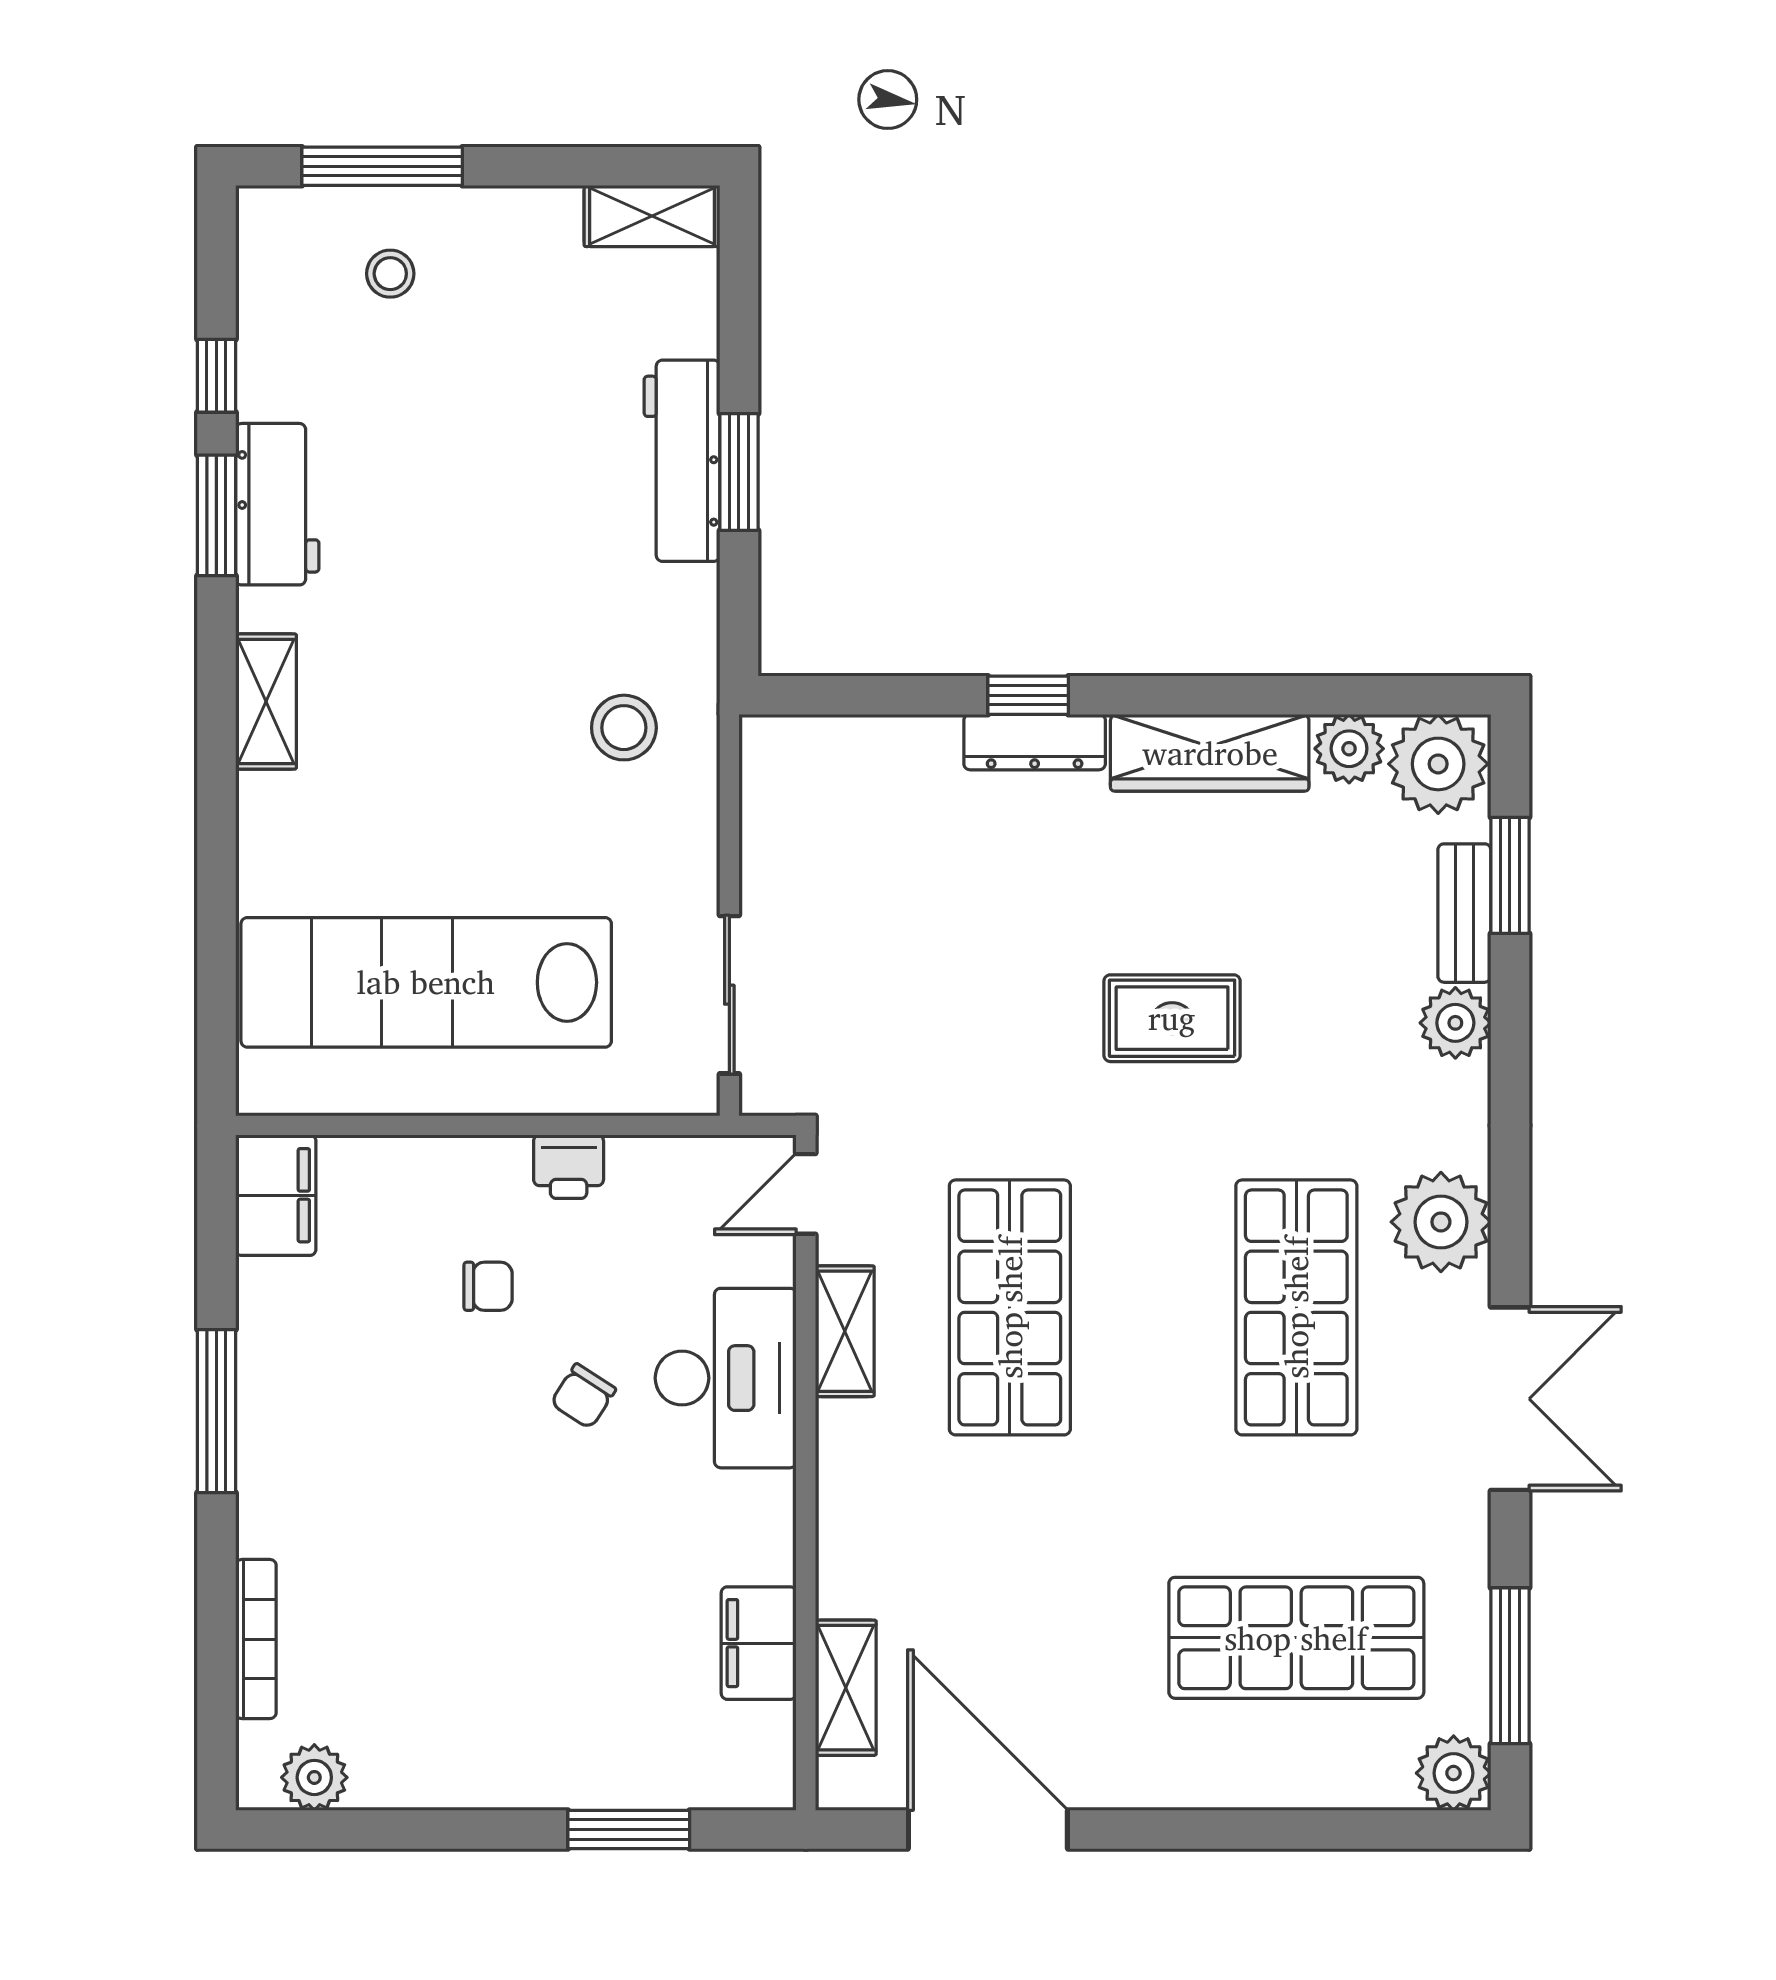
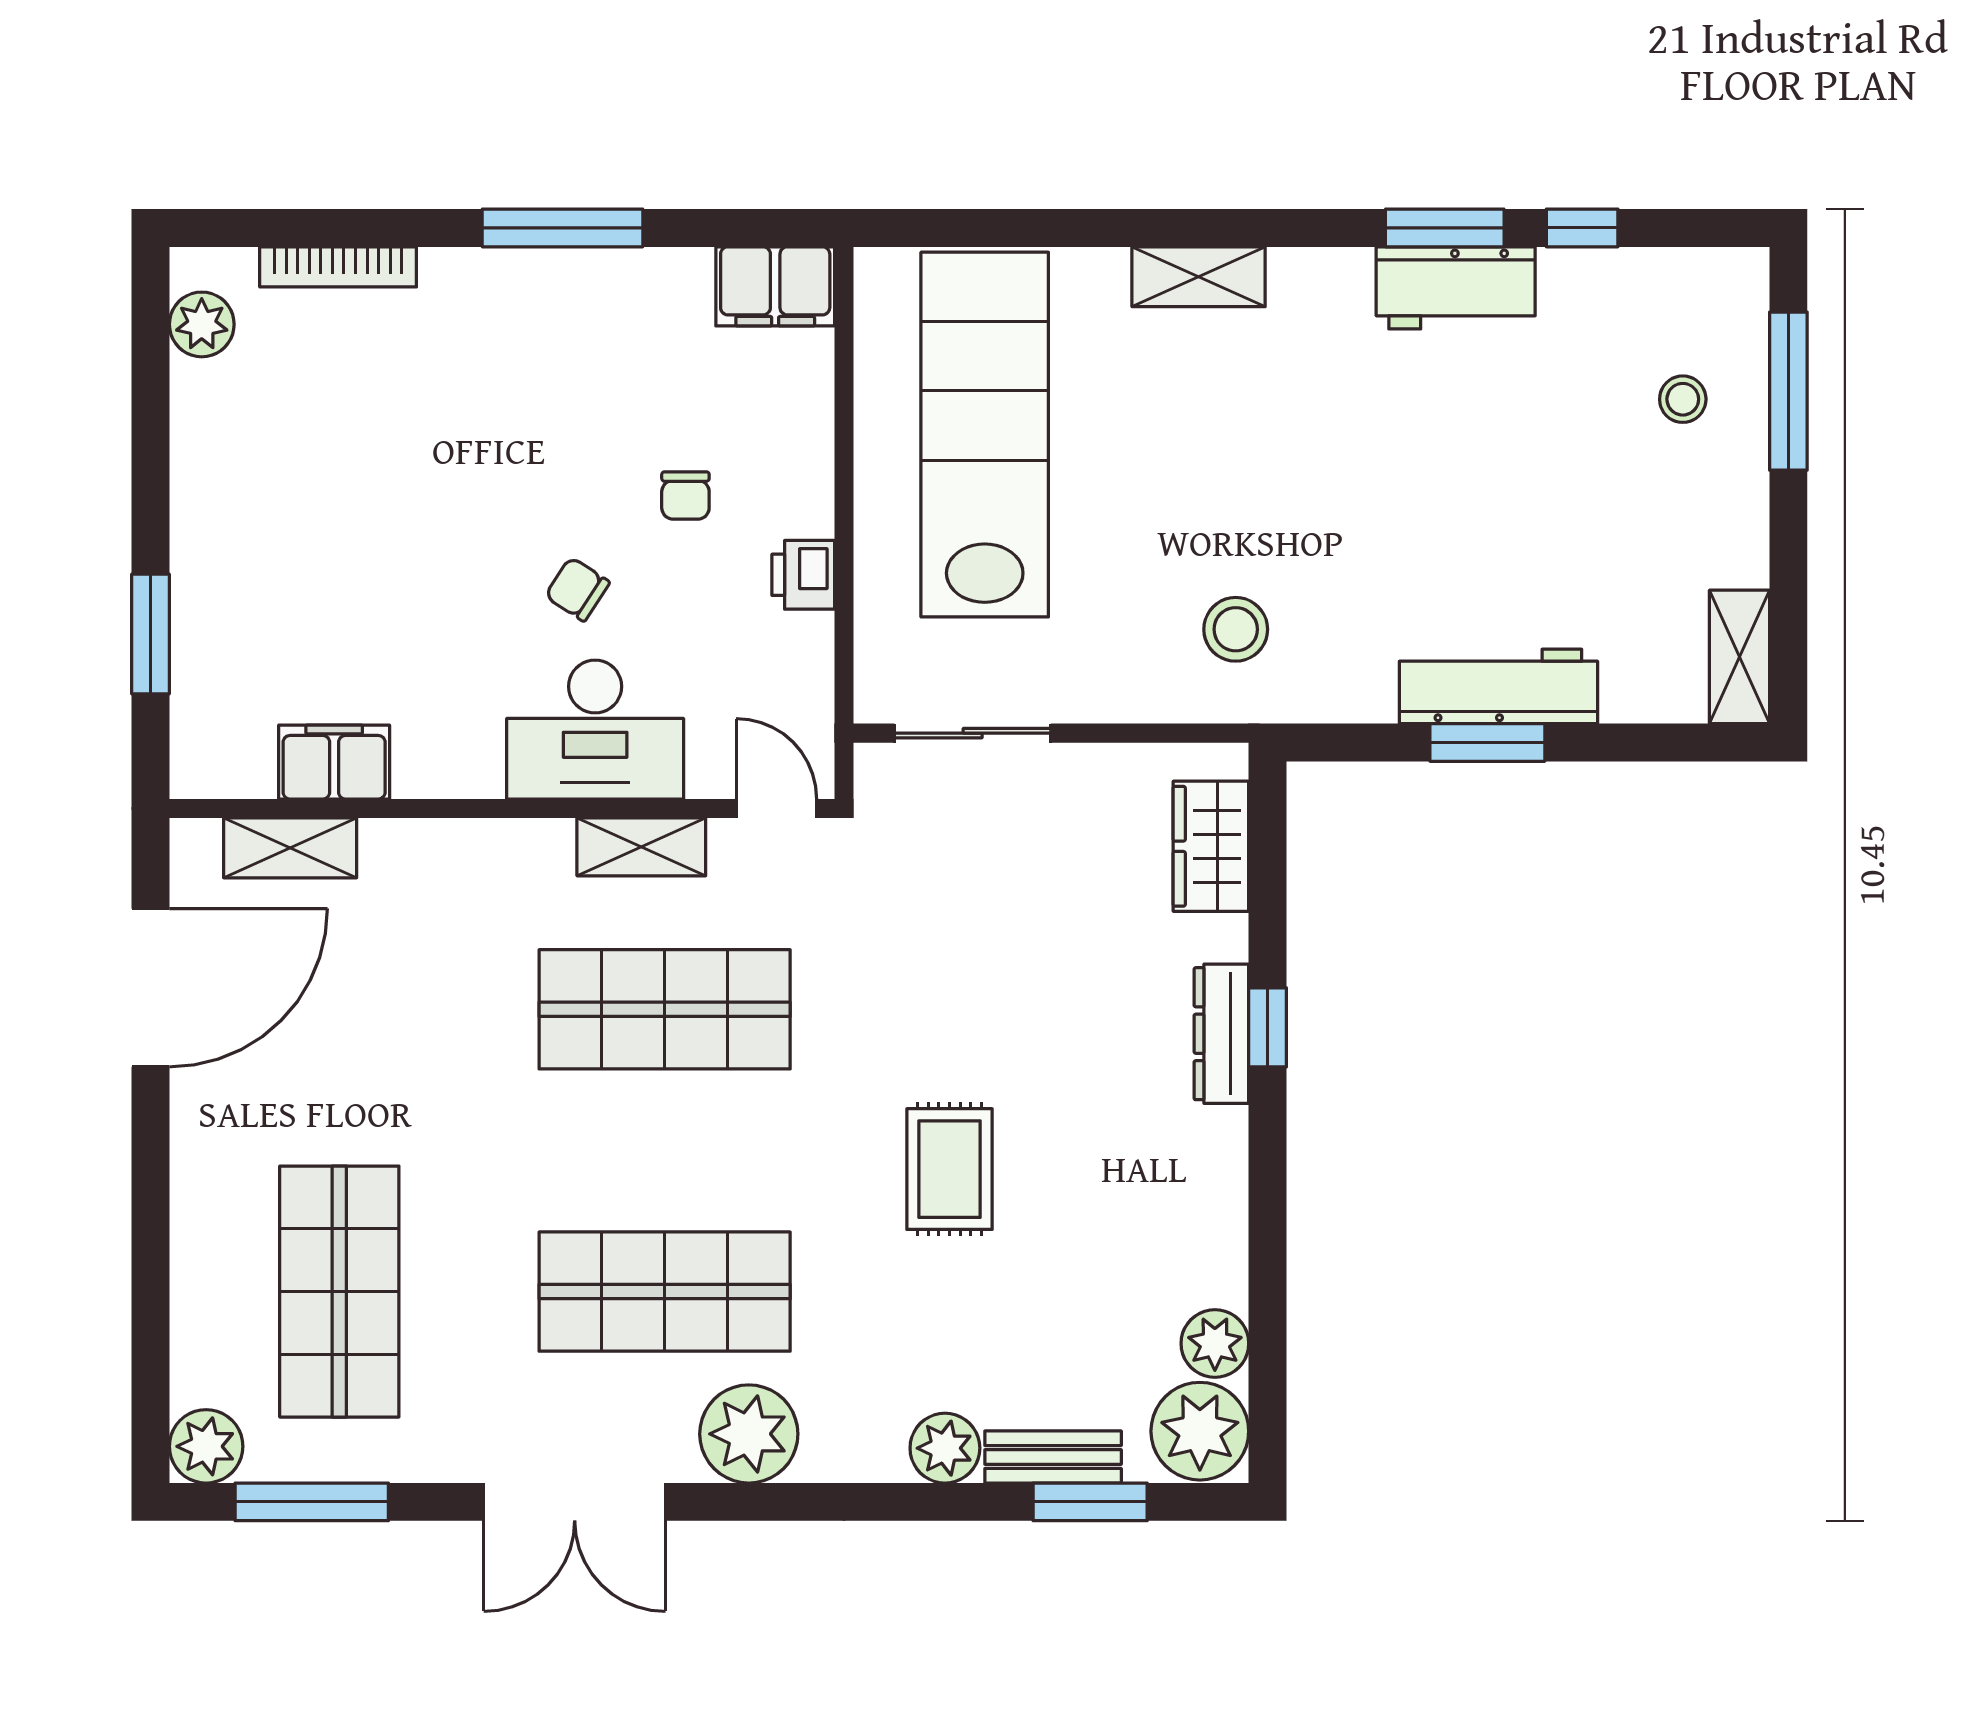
shelving: (266, 701) -> (1199, 277), moved
wardrobe: (1210, 753) -> (1211, 846), moved, width x0.67

